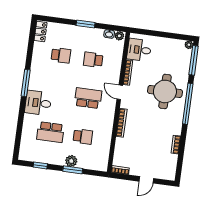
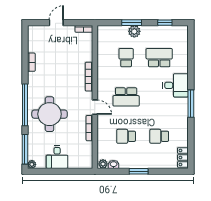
desk: (139, 50) -> (57, 157), moved, turned 90
school desk: (93, 60) -> (126, 136), turned 180
school desk: (83, 137) -> (126, 58), turned 90

